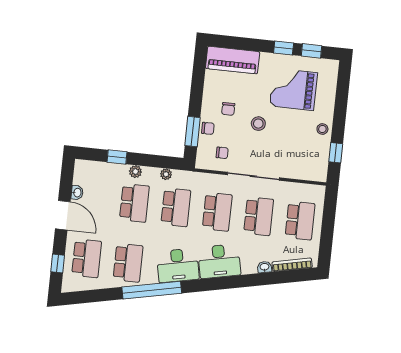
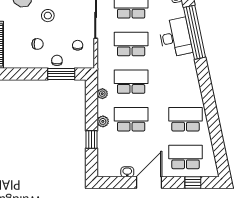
desk: (178, 265) -> (183, 74), removed
window: (152, 290) -> (195, 32), moved

